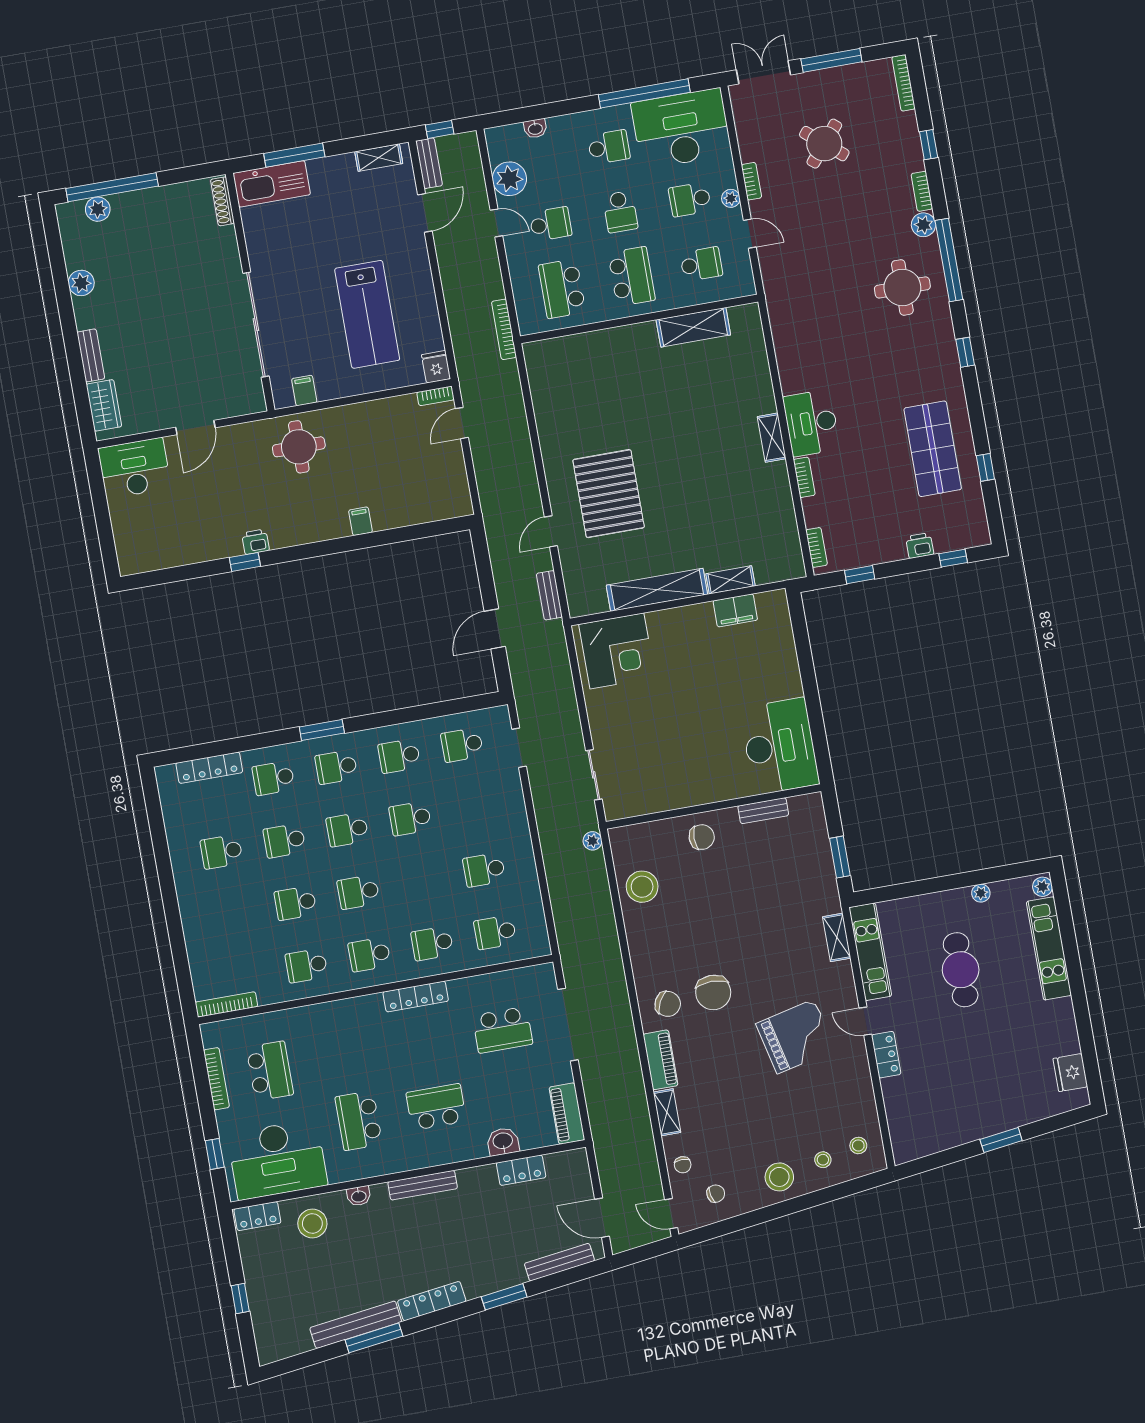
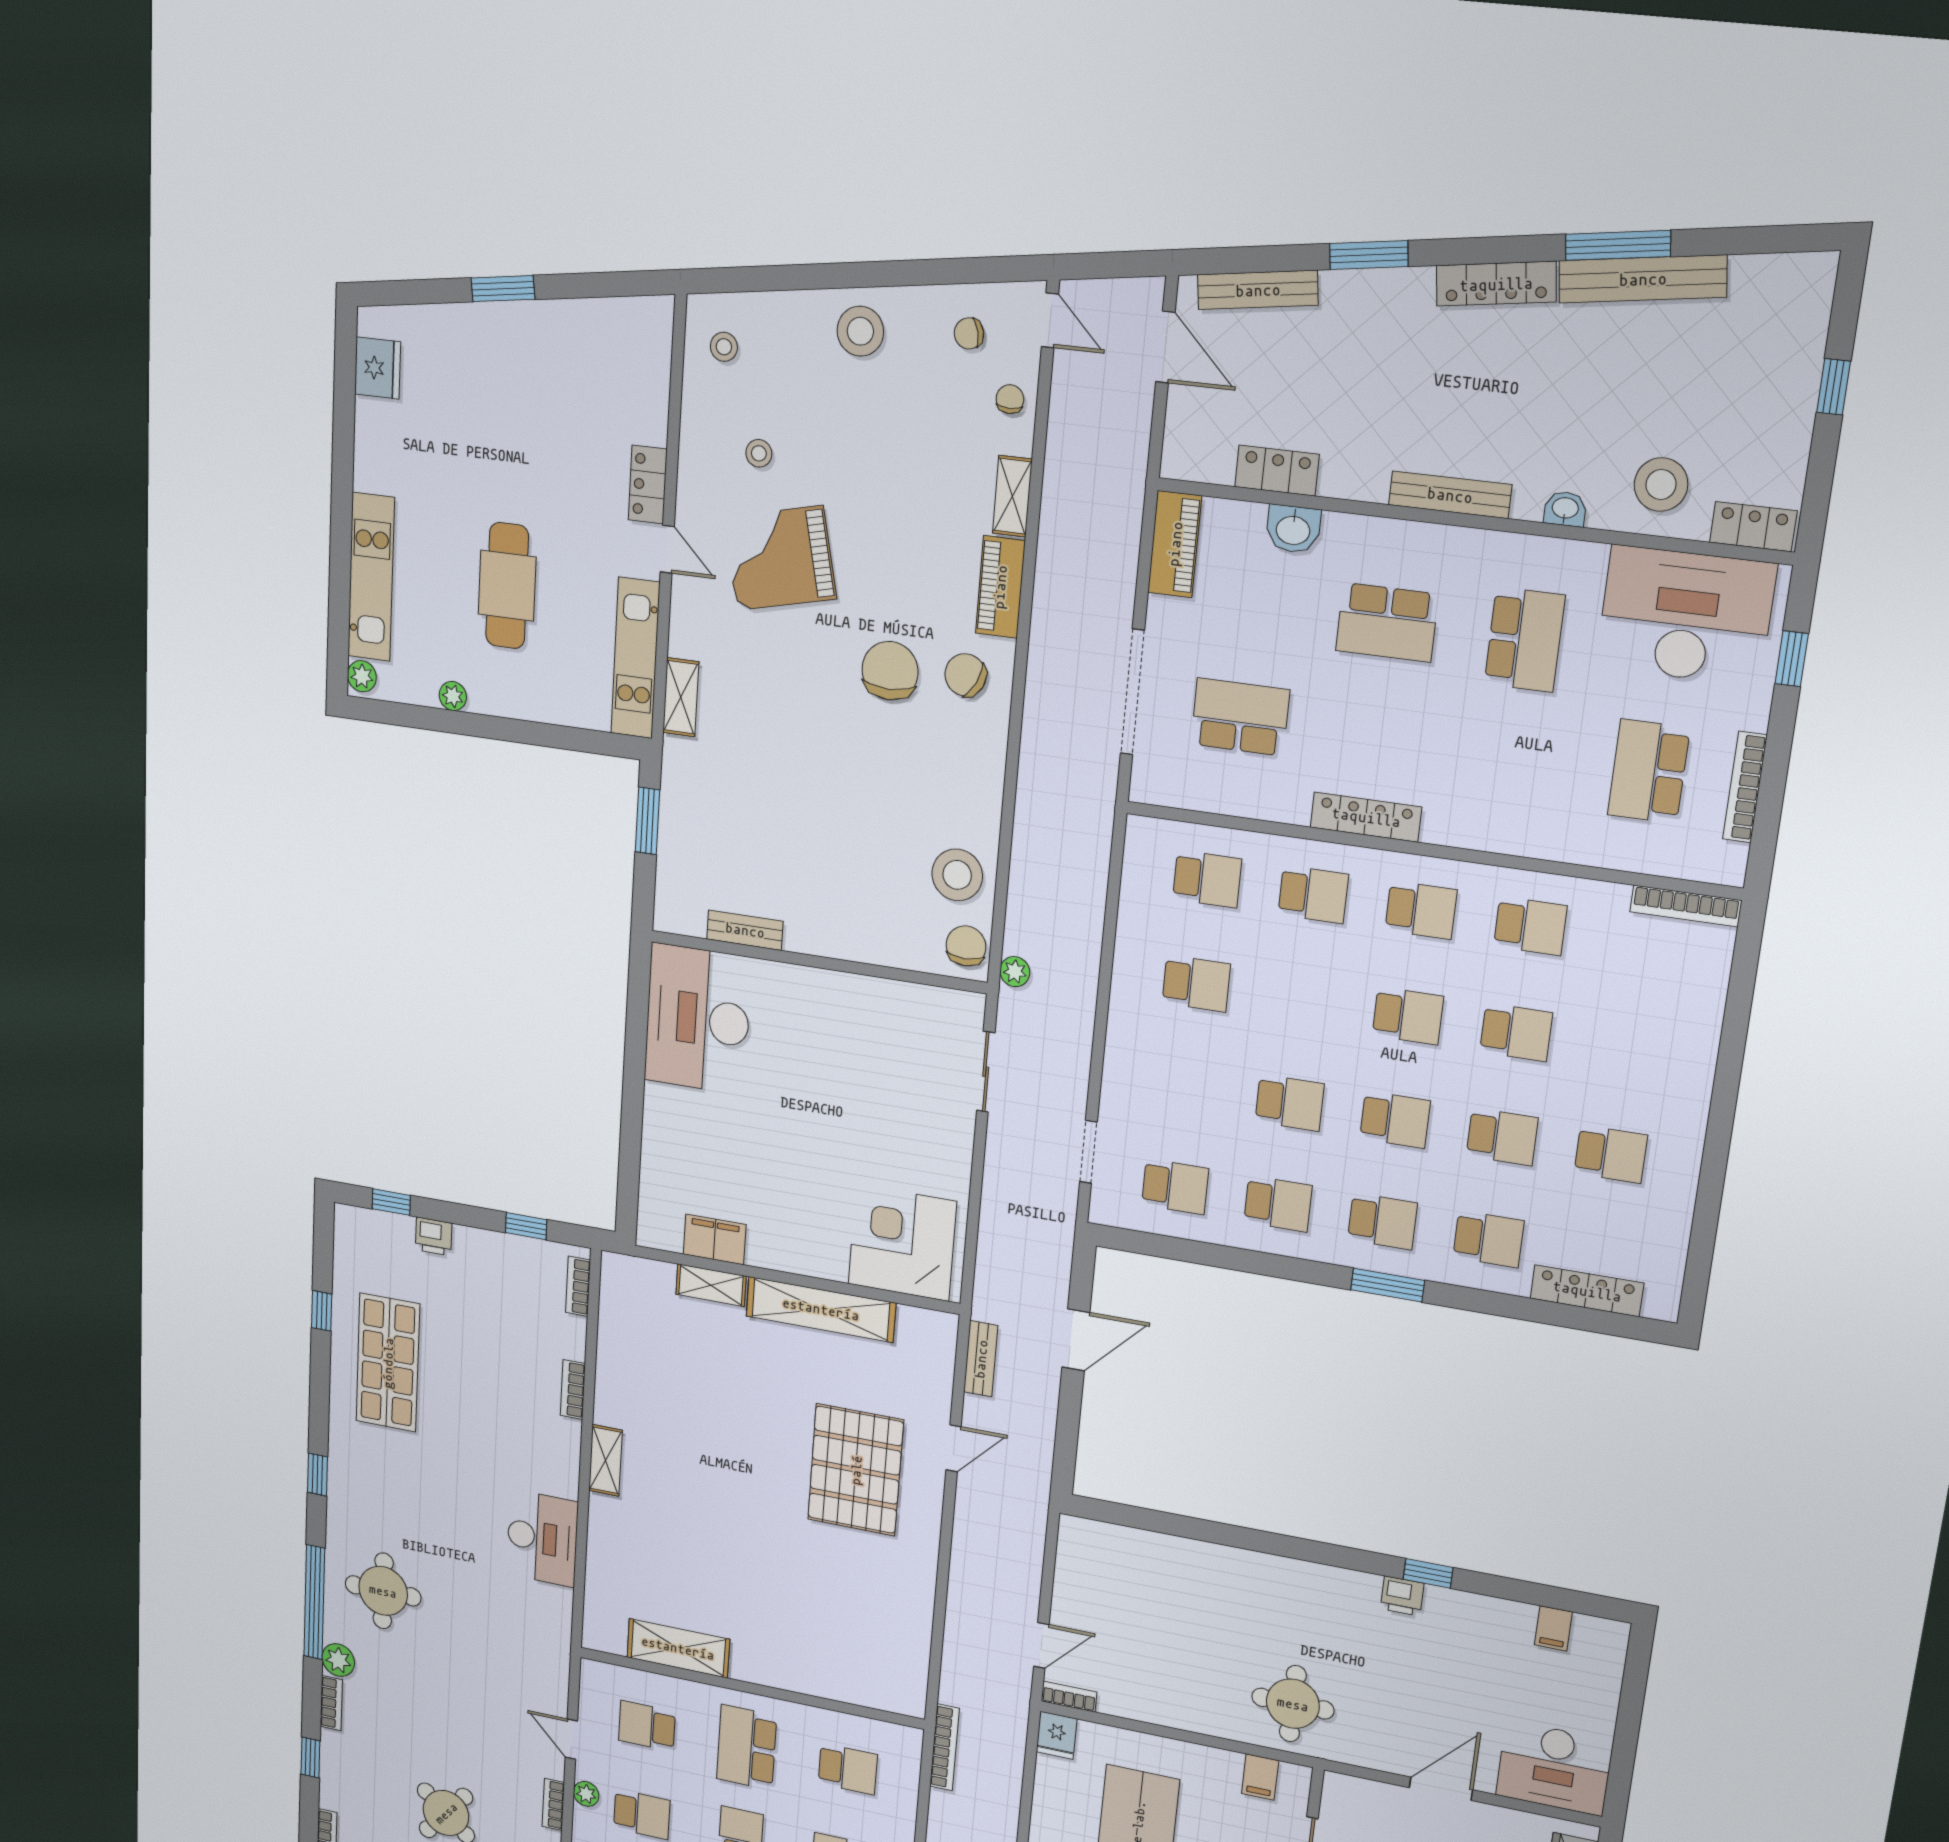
school desk: (562, 289) -> (848, 1769), width x0.54
desk: (811, 423) -> (542, 1538), moved
filing cabinet: (361, 521) -> (1553, 1628), moved
chair: (702, 837) -> (966, 946), moved, turned 90
stool: (823, 1160) -> (759, 453), moved

